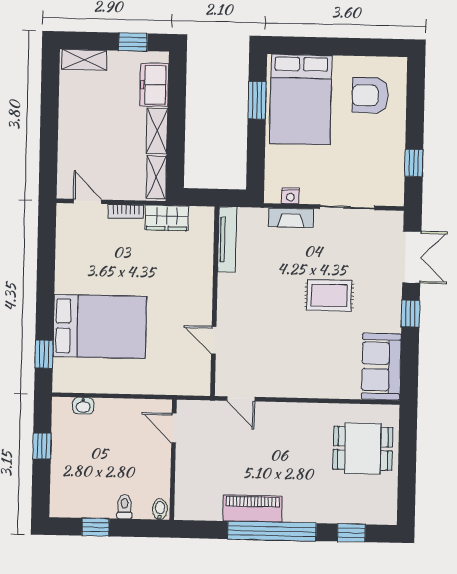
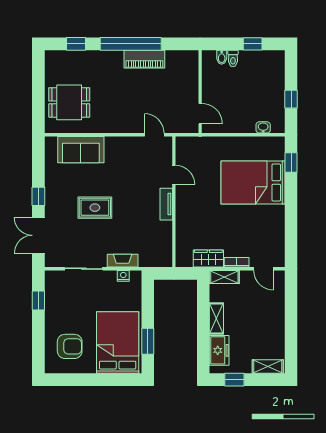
shelving: (156, 177) -> (224, 277), moved, turned 90
tv unit: (227, 239) -> (166, 204), moved, width x0.71
sofa: (381, 367) -> (81, 150), moved, turned 90
bidet: (160, 509) -> (222, 57), moved

